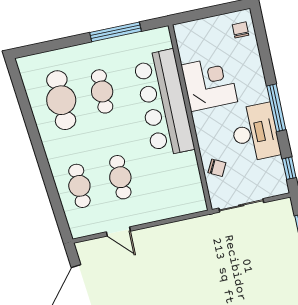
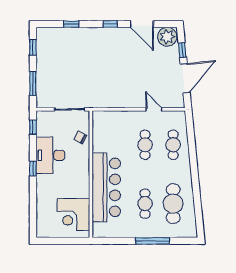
chair: (241, 30) -> (46, 225), removed
window: (116, 32) -> (153, 241), moved
corner desk: (209, 83) -> (74, 215), moved
window: (276, 108) -> (33, 169), width x0.46

